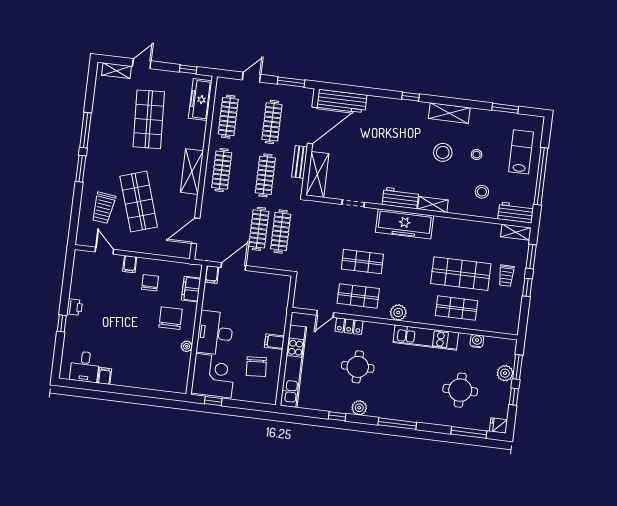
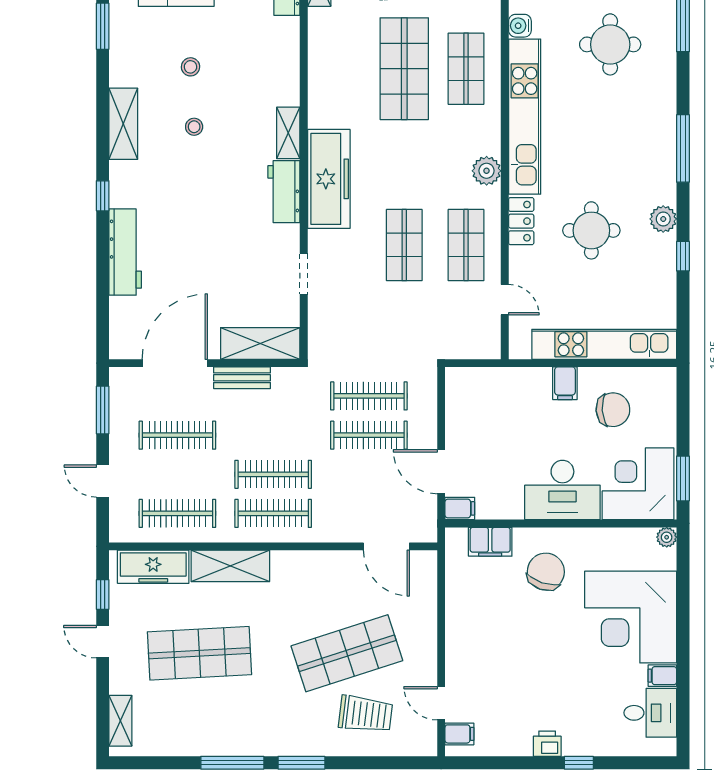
door: (142, 64) -> (103, 642), moved
workbench: (342, 101) -> (125, 252), moved
door: (312, 125) -> (175, 363), hinge flipped
stool: (443, 152) -> (194, 127), width x0.53, depth x0.53
shelving: (192, 172) -> (230, 566), moved
clothes rail: (265, 175) -> (273, 474), moved
stool: (482, 192) -> (255, 49), removed
door: (104, 251) -> (441, 703), hinge flipped
filing cabinet: (130, 264) -> (459, 734), moved
chair: (150, 283) -> (488, 616), removed
chair: (171, 318) -> (546, 572), turned 109
locker: (349, 326) -> (521, 221), moved
kitchen unit: (426, 337) -> (525, 117), width x1.36
plant: (187, 346) -> (667, 537), moved
corner desk: (139, 362) -> (631, 617), added
window: (213, 401) -> (683, 478), width x1.50

